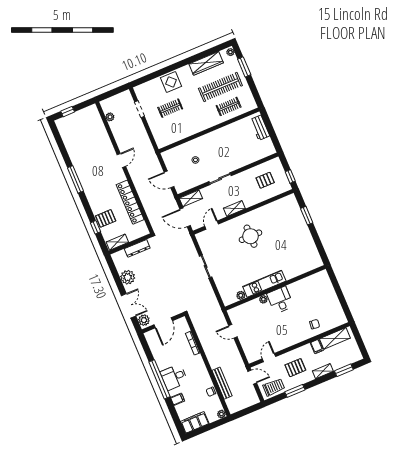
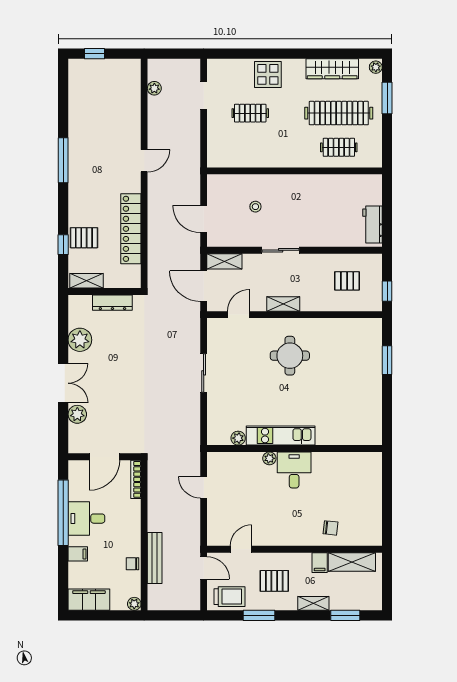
workbench: (260, 128) -> (372, 224), moved
door: (163, 323) -> (104, 457), moved
wall: (163, 323) -> (105, 457), moved

